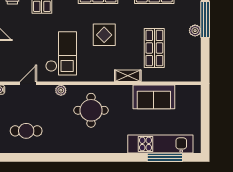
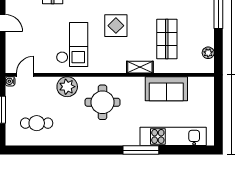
plant: (195, 31) -> (208, 53), moved
door: (28, 83) -> (25, 75), moved
plant: (61, 90) -> (67, 87), width x1.87, depth x1.87
window: (165, 157) -> (141, 150), moved

